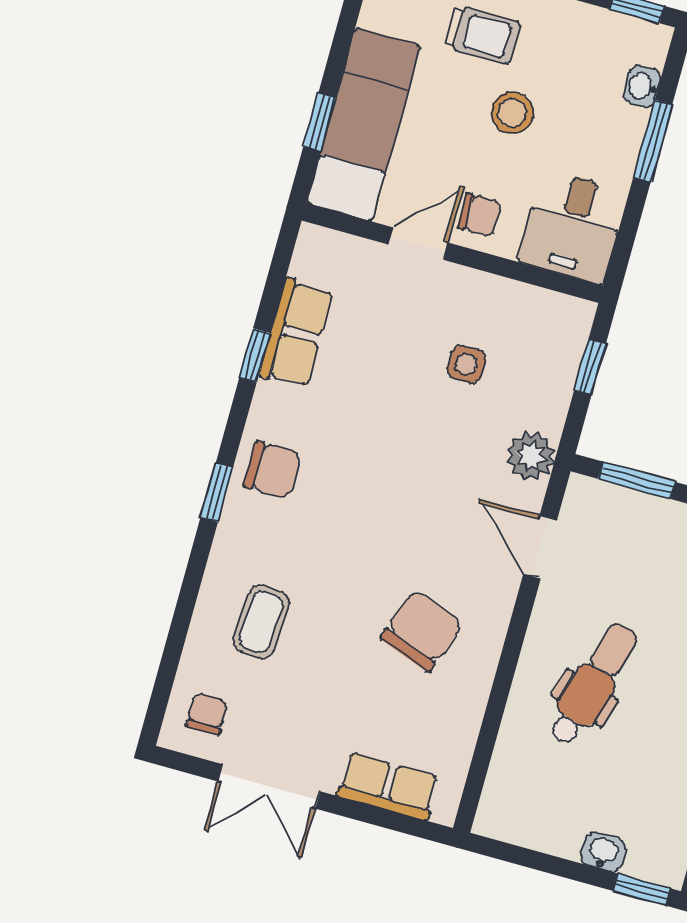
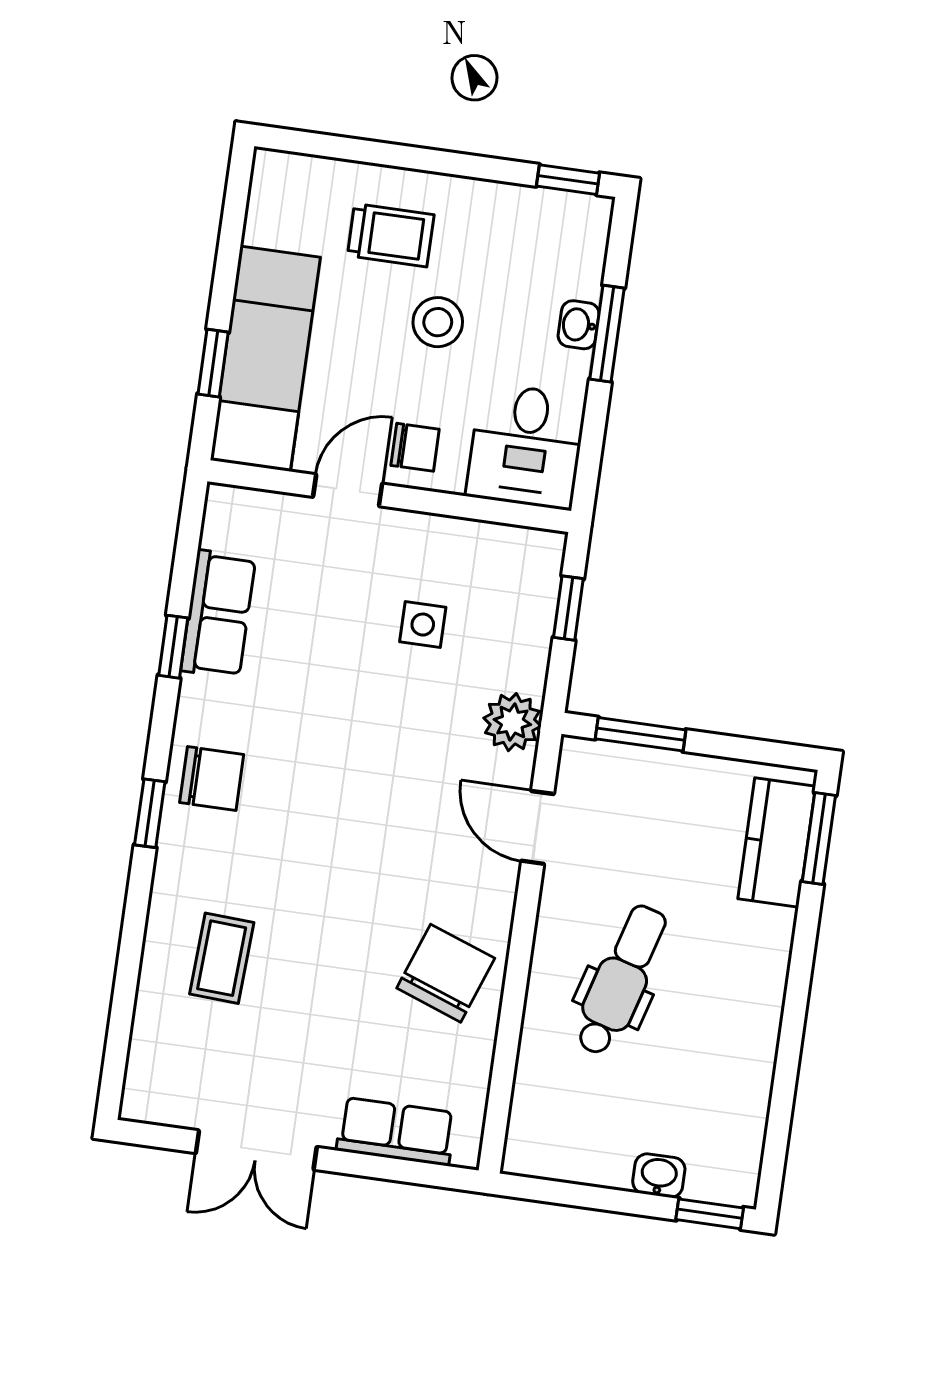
washbasin: (642, 87) -> (579, 325), moved
chair: (422, 630) -> (446, 973), moved
chair: (207, 714) -> (173, 1075), removed

